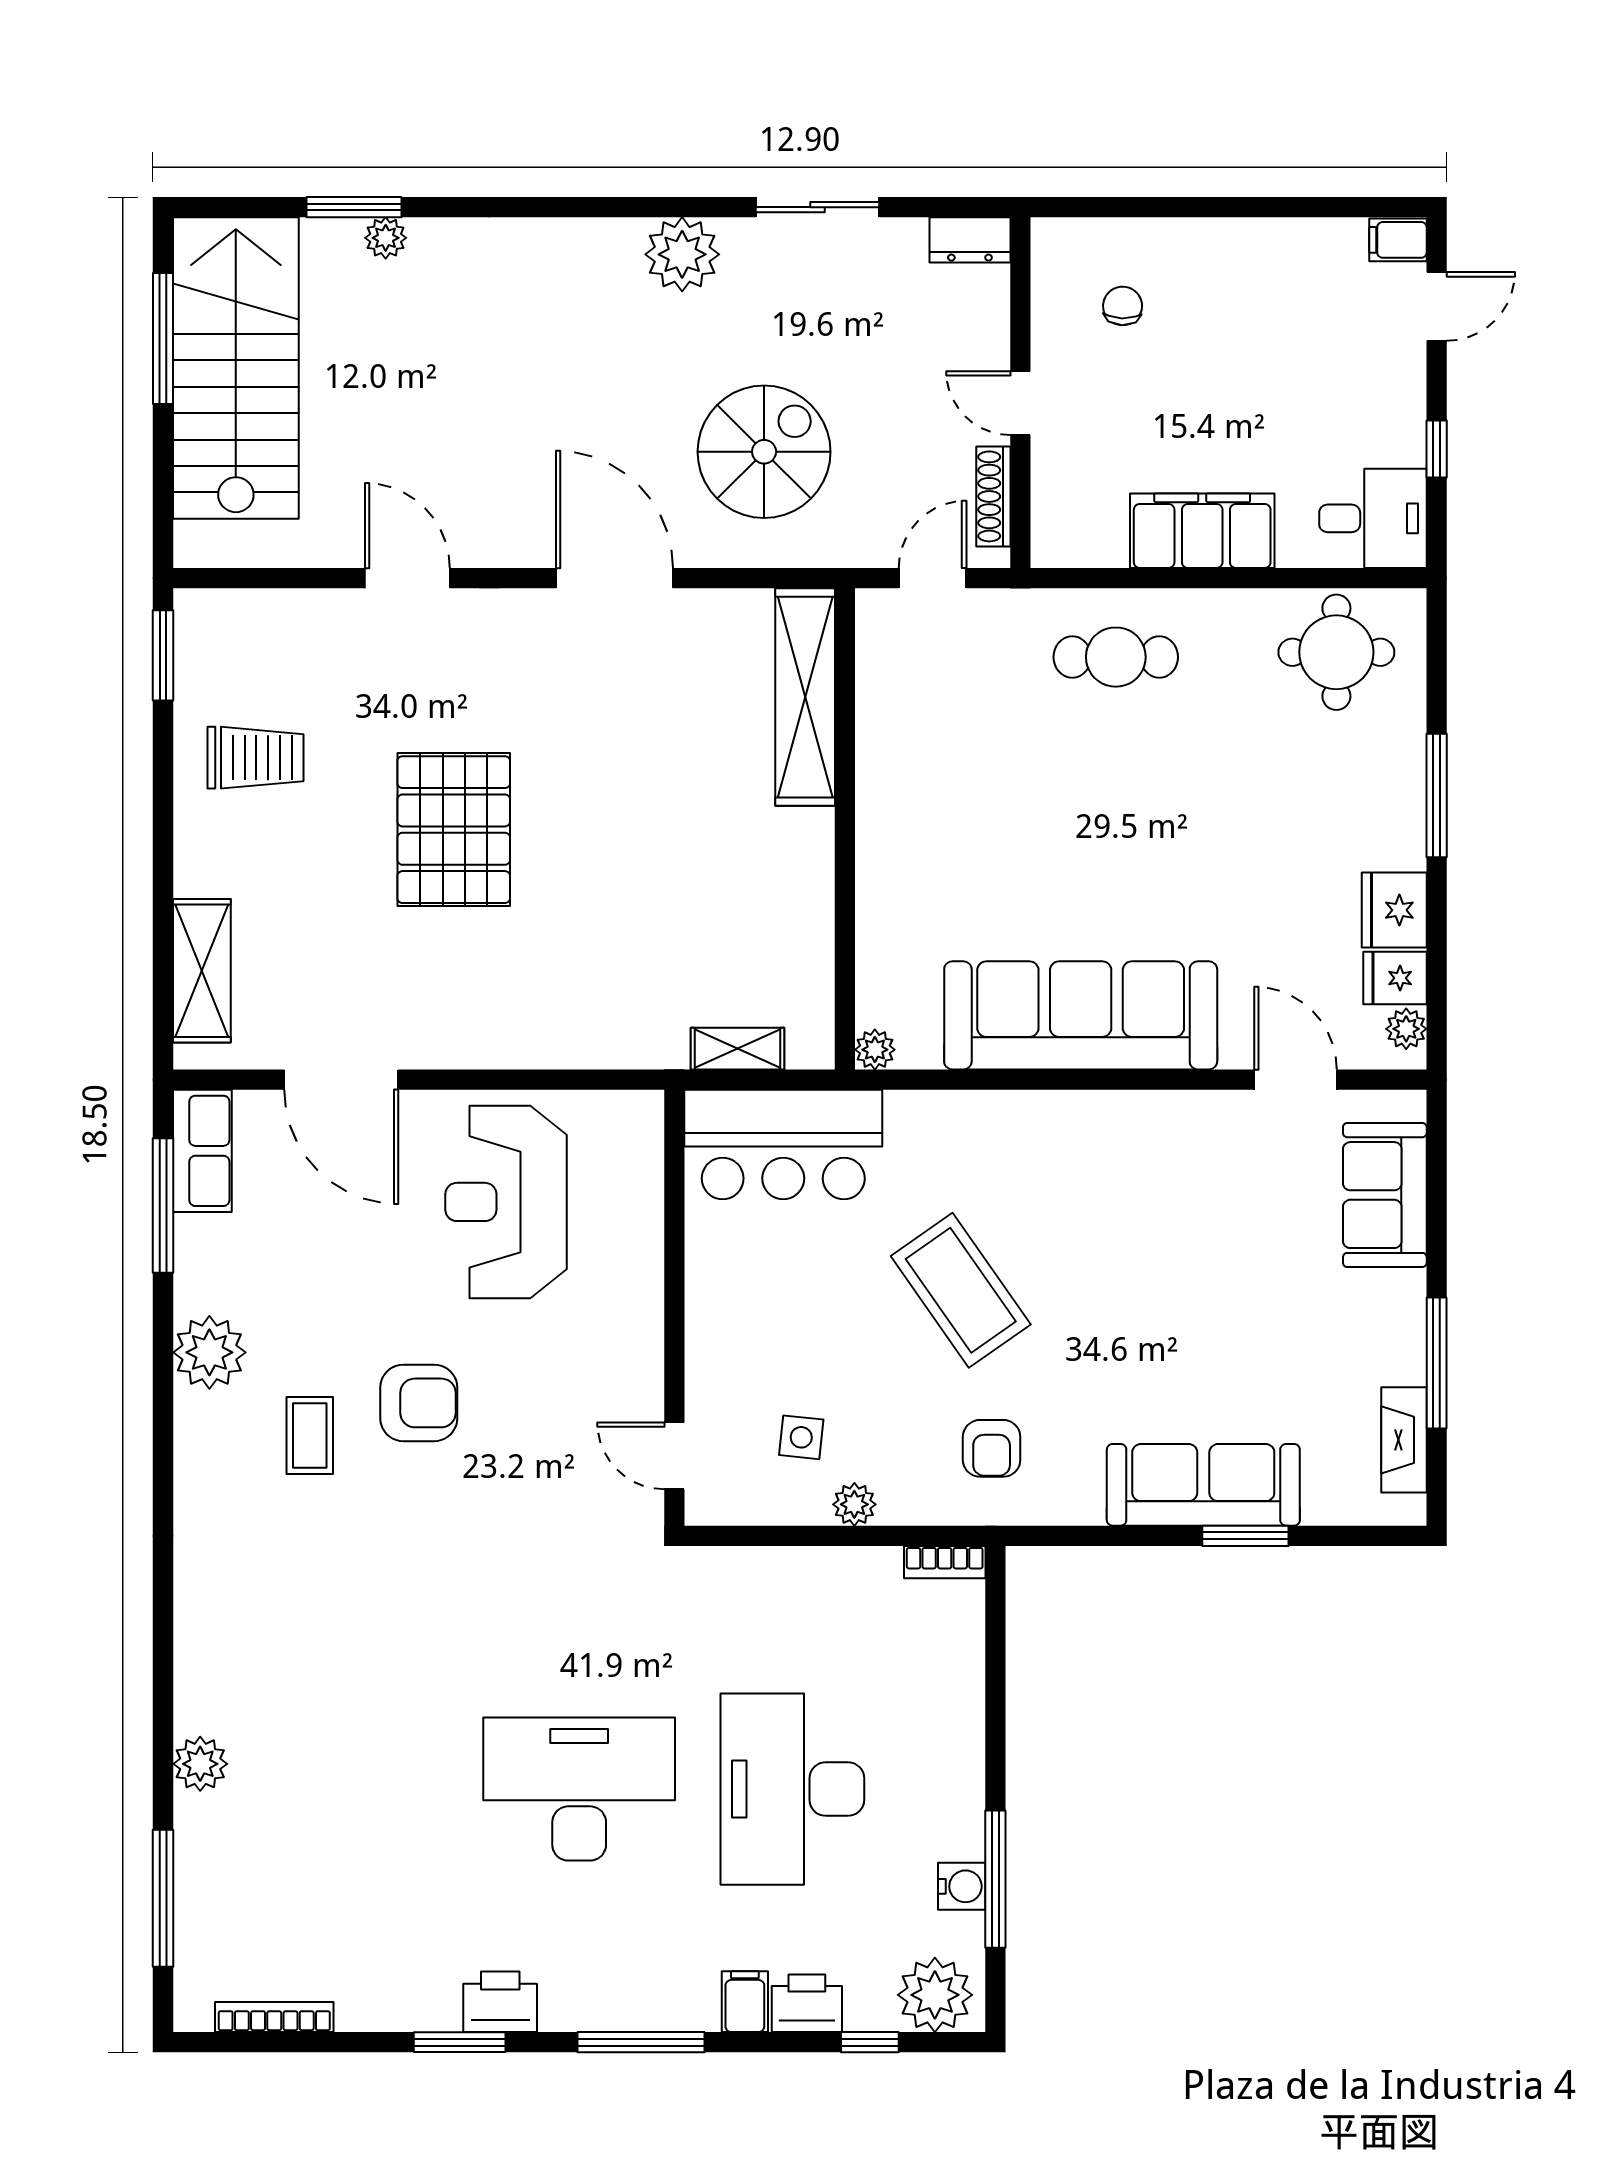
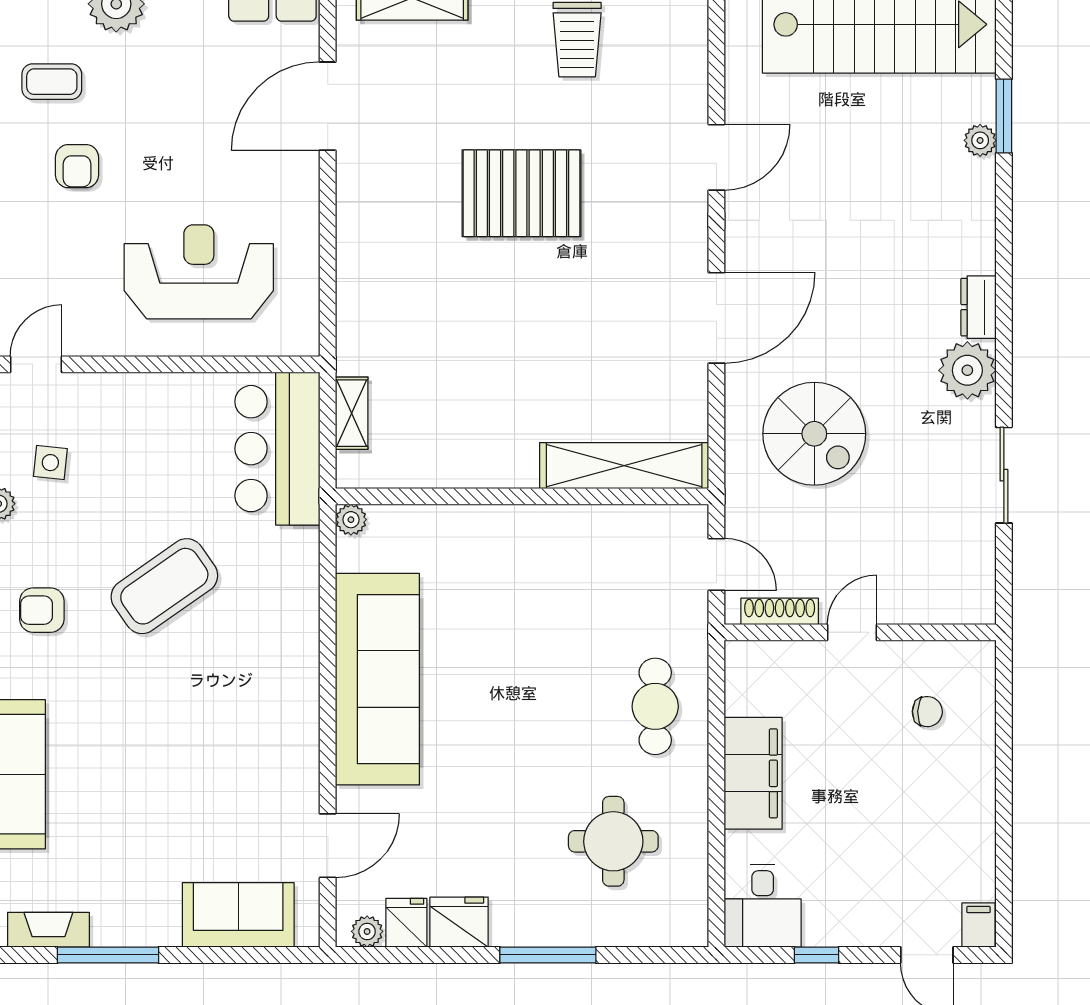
dresser: (970, 240) -> (979, 307), moved
round table: (1336, 652) -> (613, 841), moved
reception desk: (506, 1202) -> (199, 272), moved
armchair: (419, 1403) -> (77, 166), width x0.72, depth x0.72

